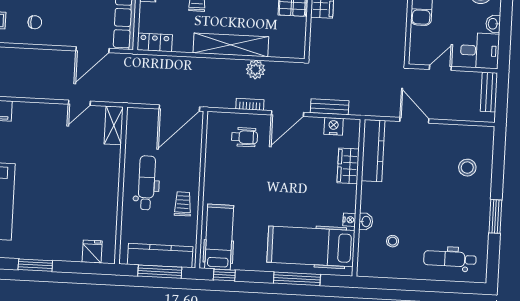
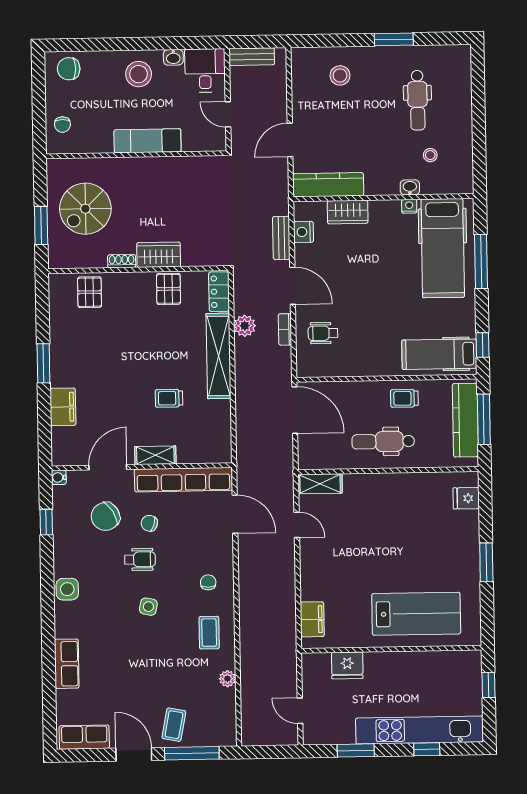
locker: (155, 42) -> (219, 292), moved
wheelchair: (244, 137) -> (323, 333), turned -90
dental chair: (450, 259) -> (417, 100), moved

